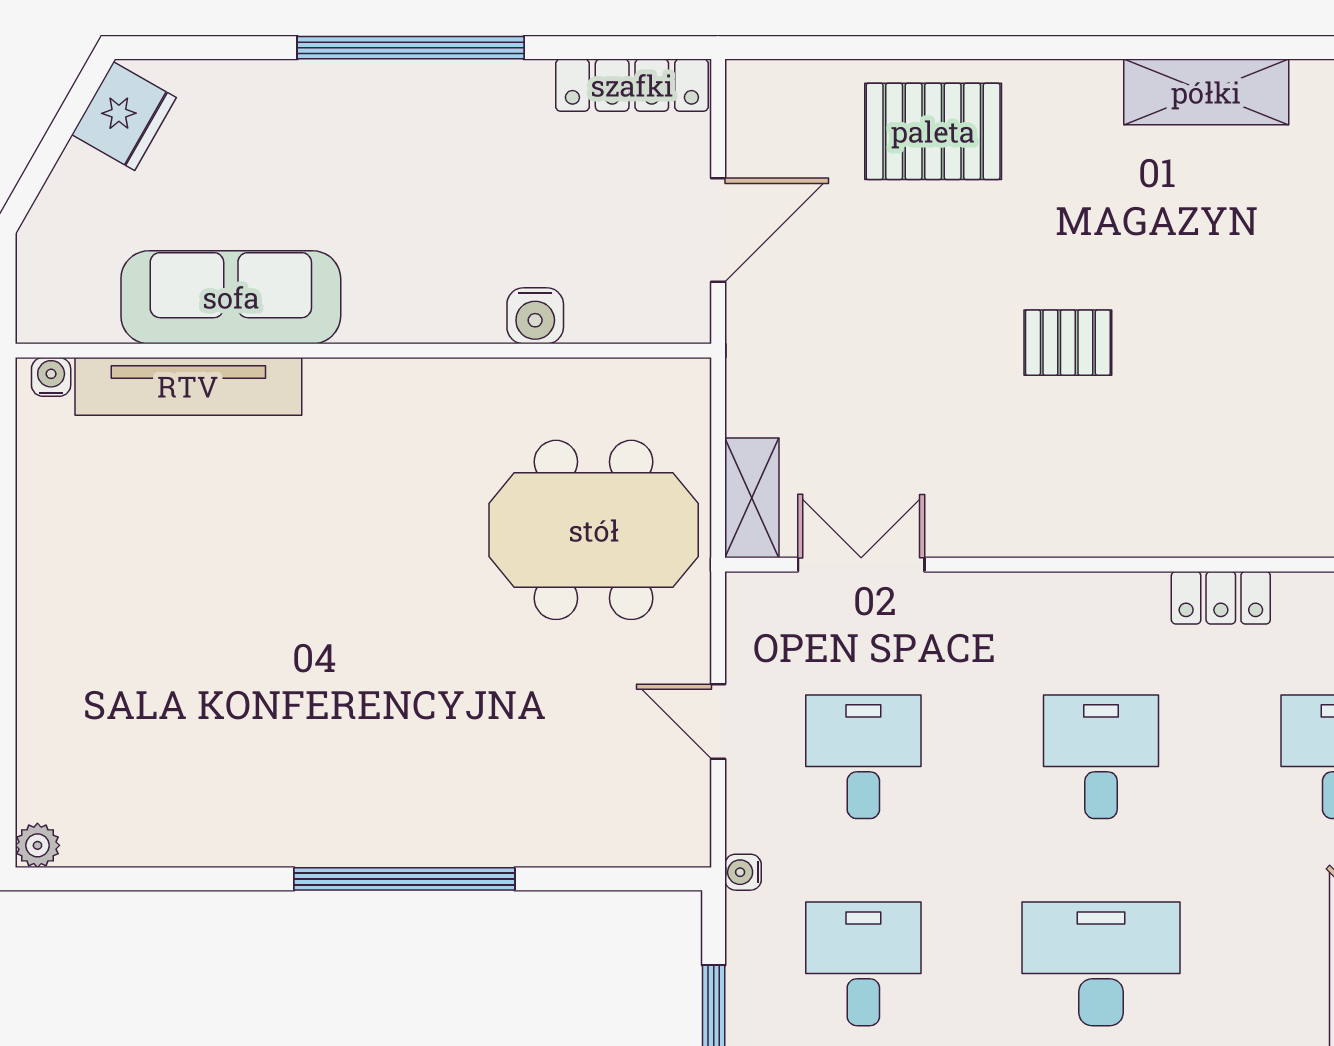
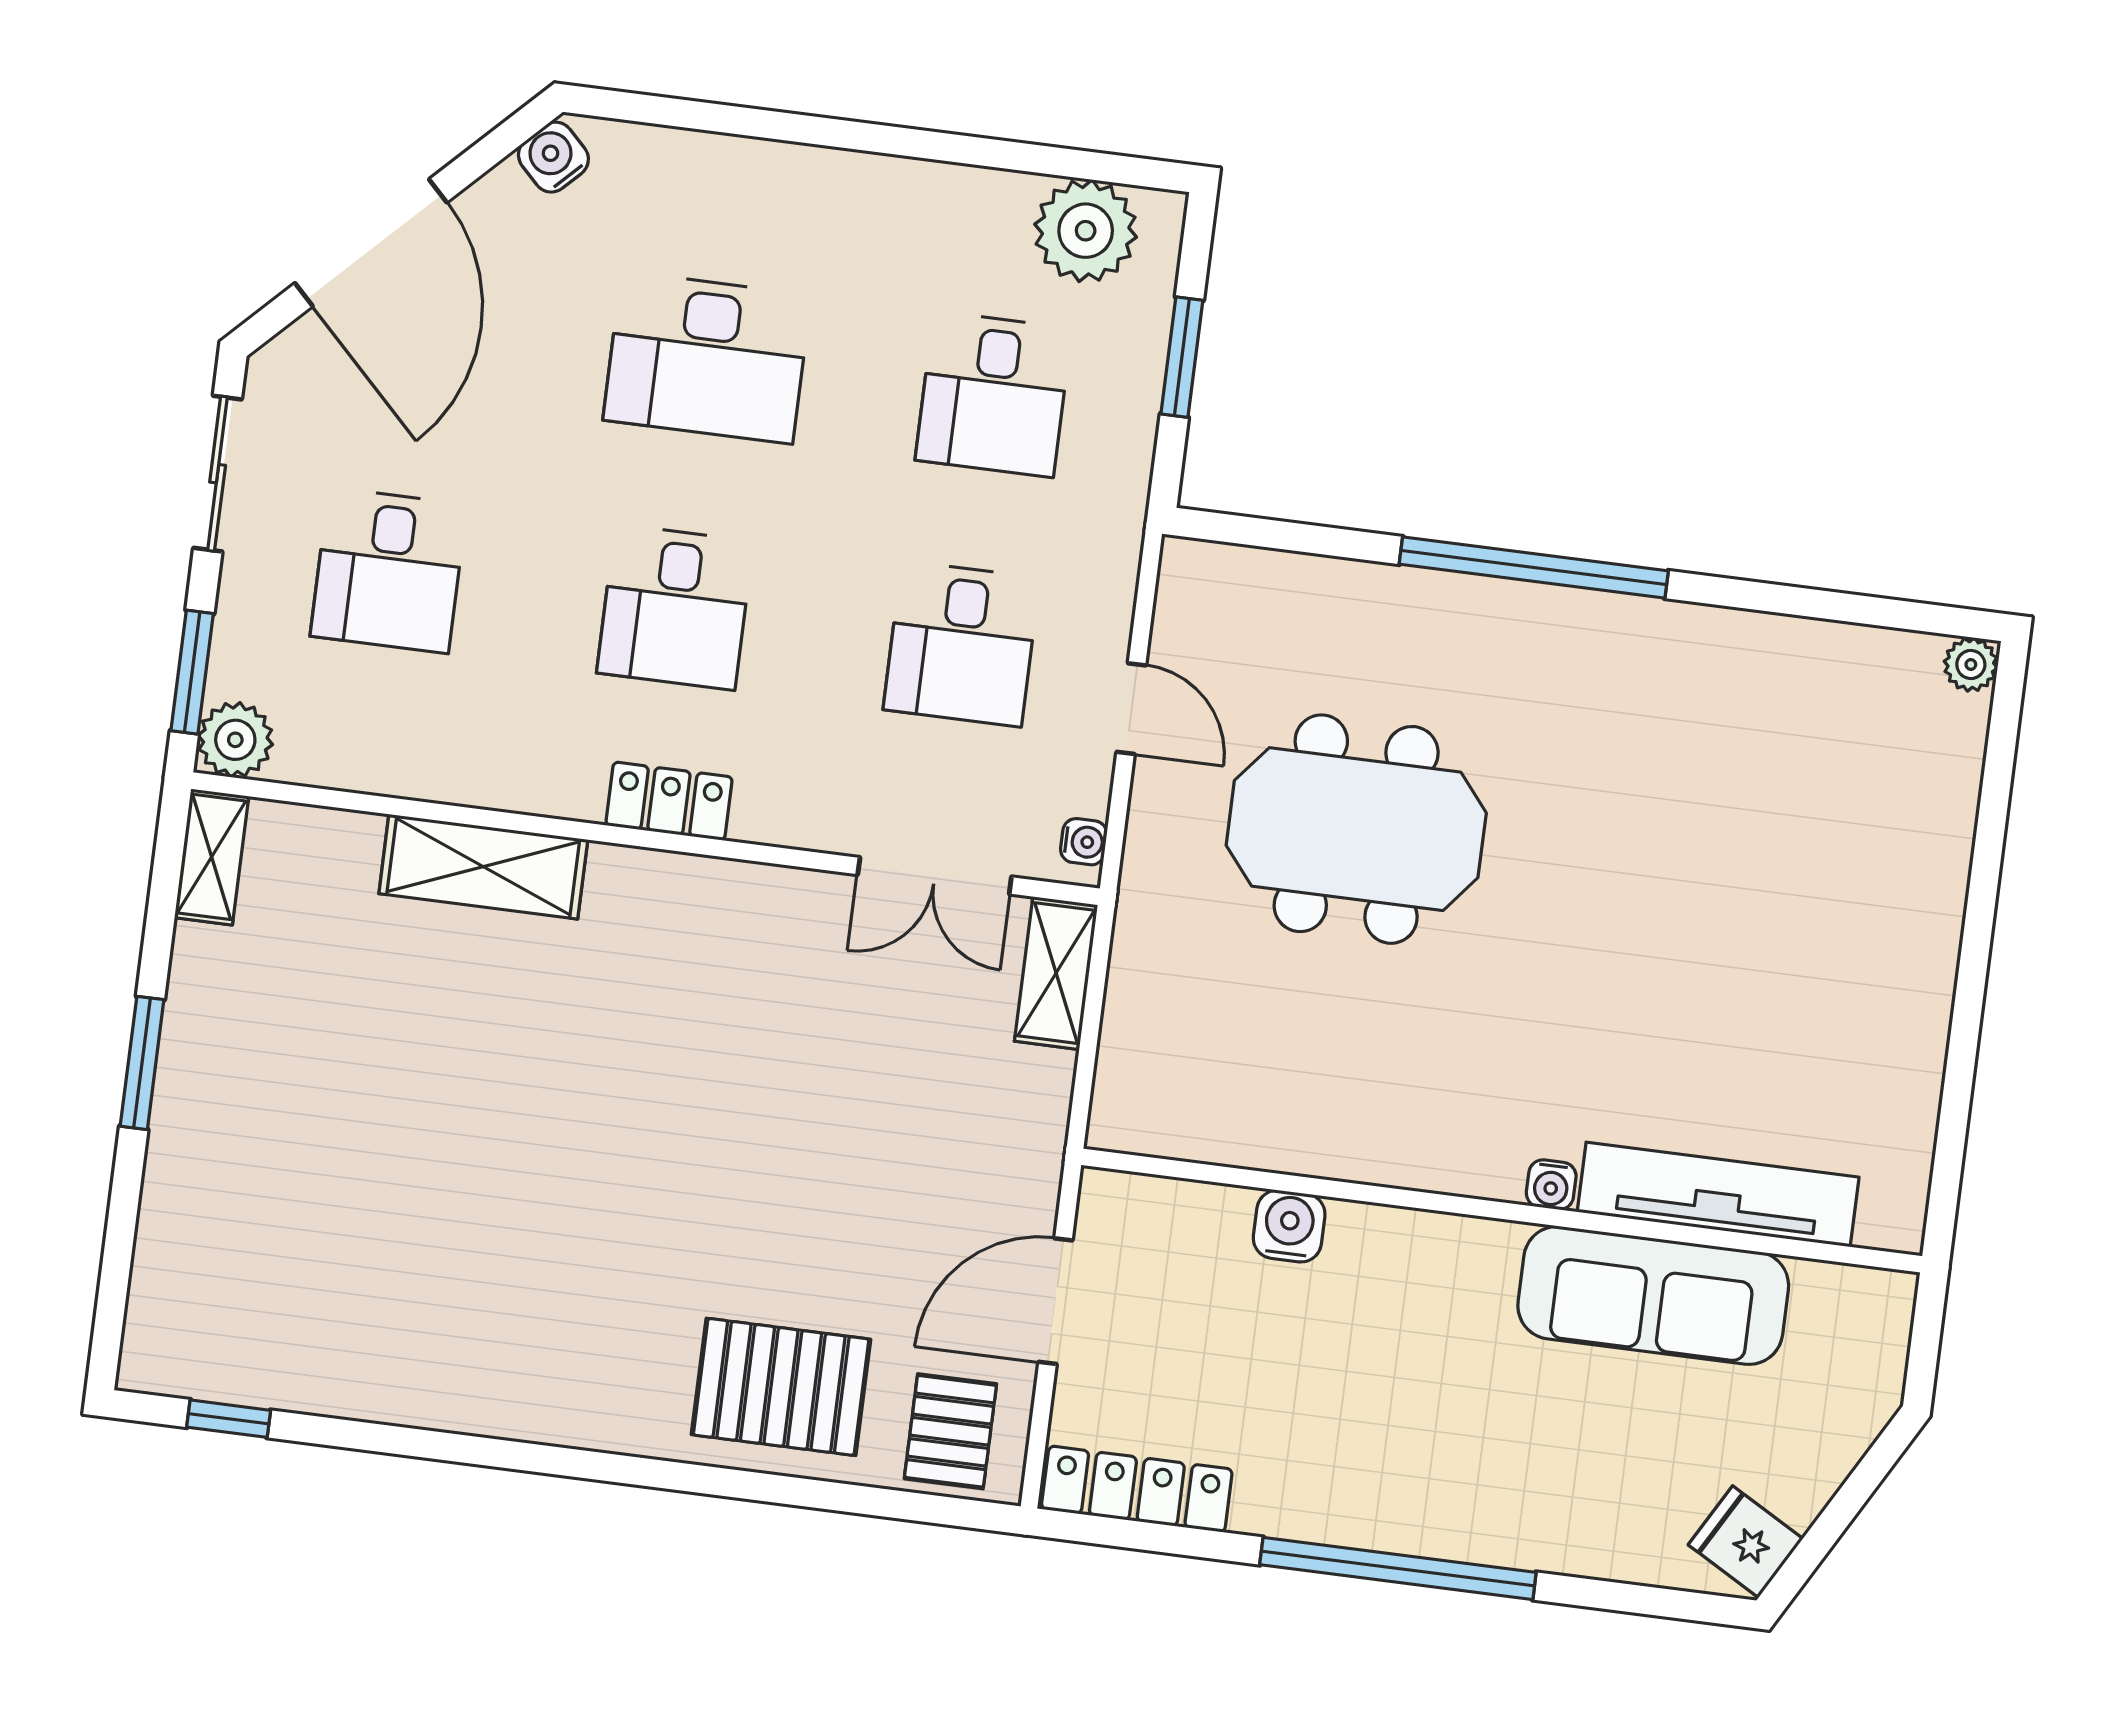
shelving: (1206, 92) -> (483, 867), moved
fridge: (124, 116) -> (1746, 1542), width x0.72
pallet: (1068, 343) -> (950, 1431), moved, turned 90
water cooler: (51, 377) -> (1551, 1185), moved
meeting table: (594, 530) -> (1356, 829), moved
locker: (1221, 598) -> (669, 801), moved
water cooler: (743, 872) -> (1084, 842), moved

